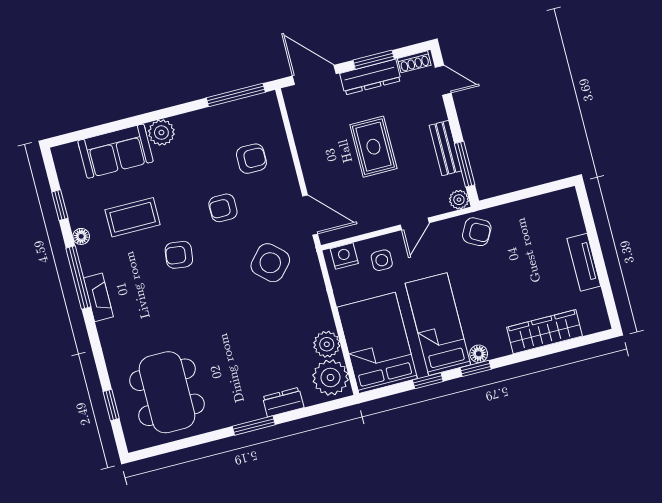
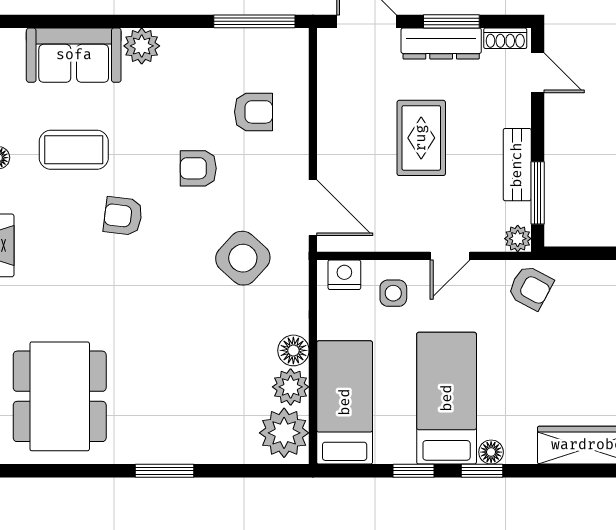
floor lamp: (322, 318) -> (293, 350), added
bed: (377, 343) -> (345, 402), width x0.67
dresser: (283, 402) -> (212, 450), removed

